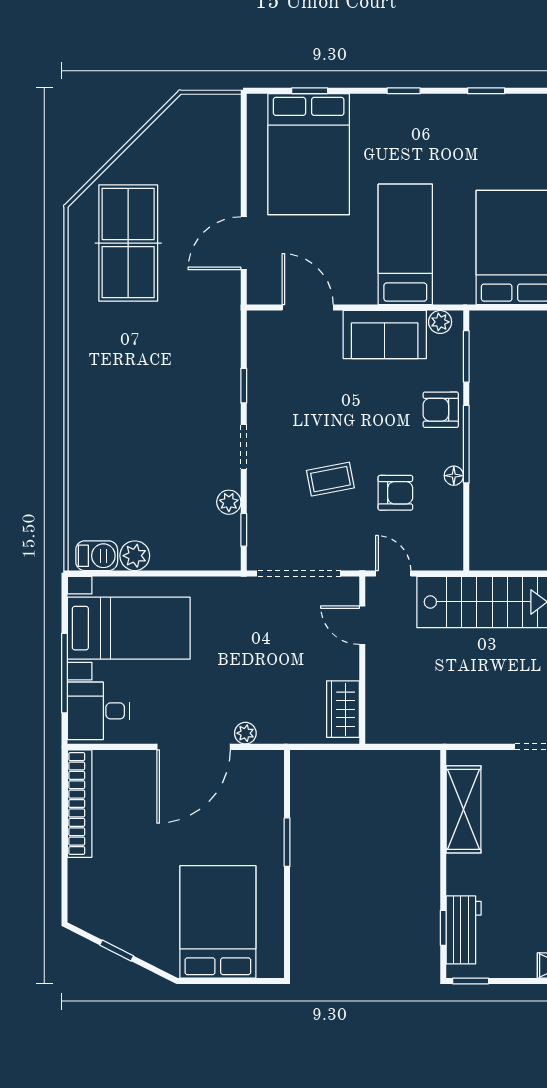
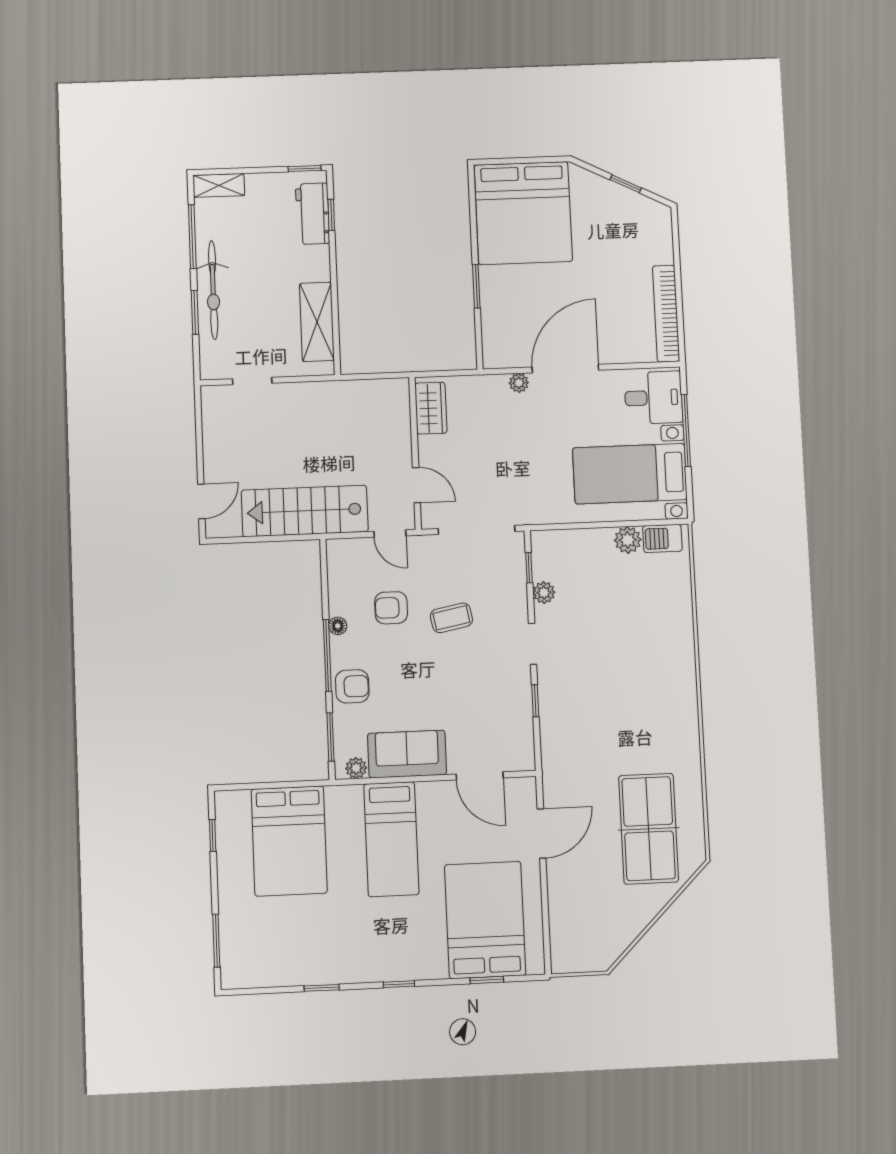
bed: (218, 922) -> (523, 213), width x1.36

